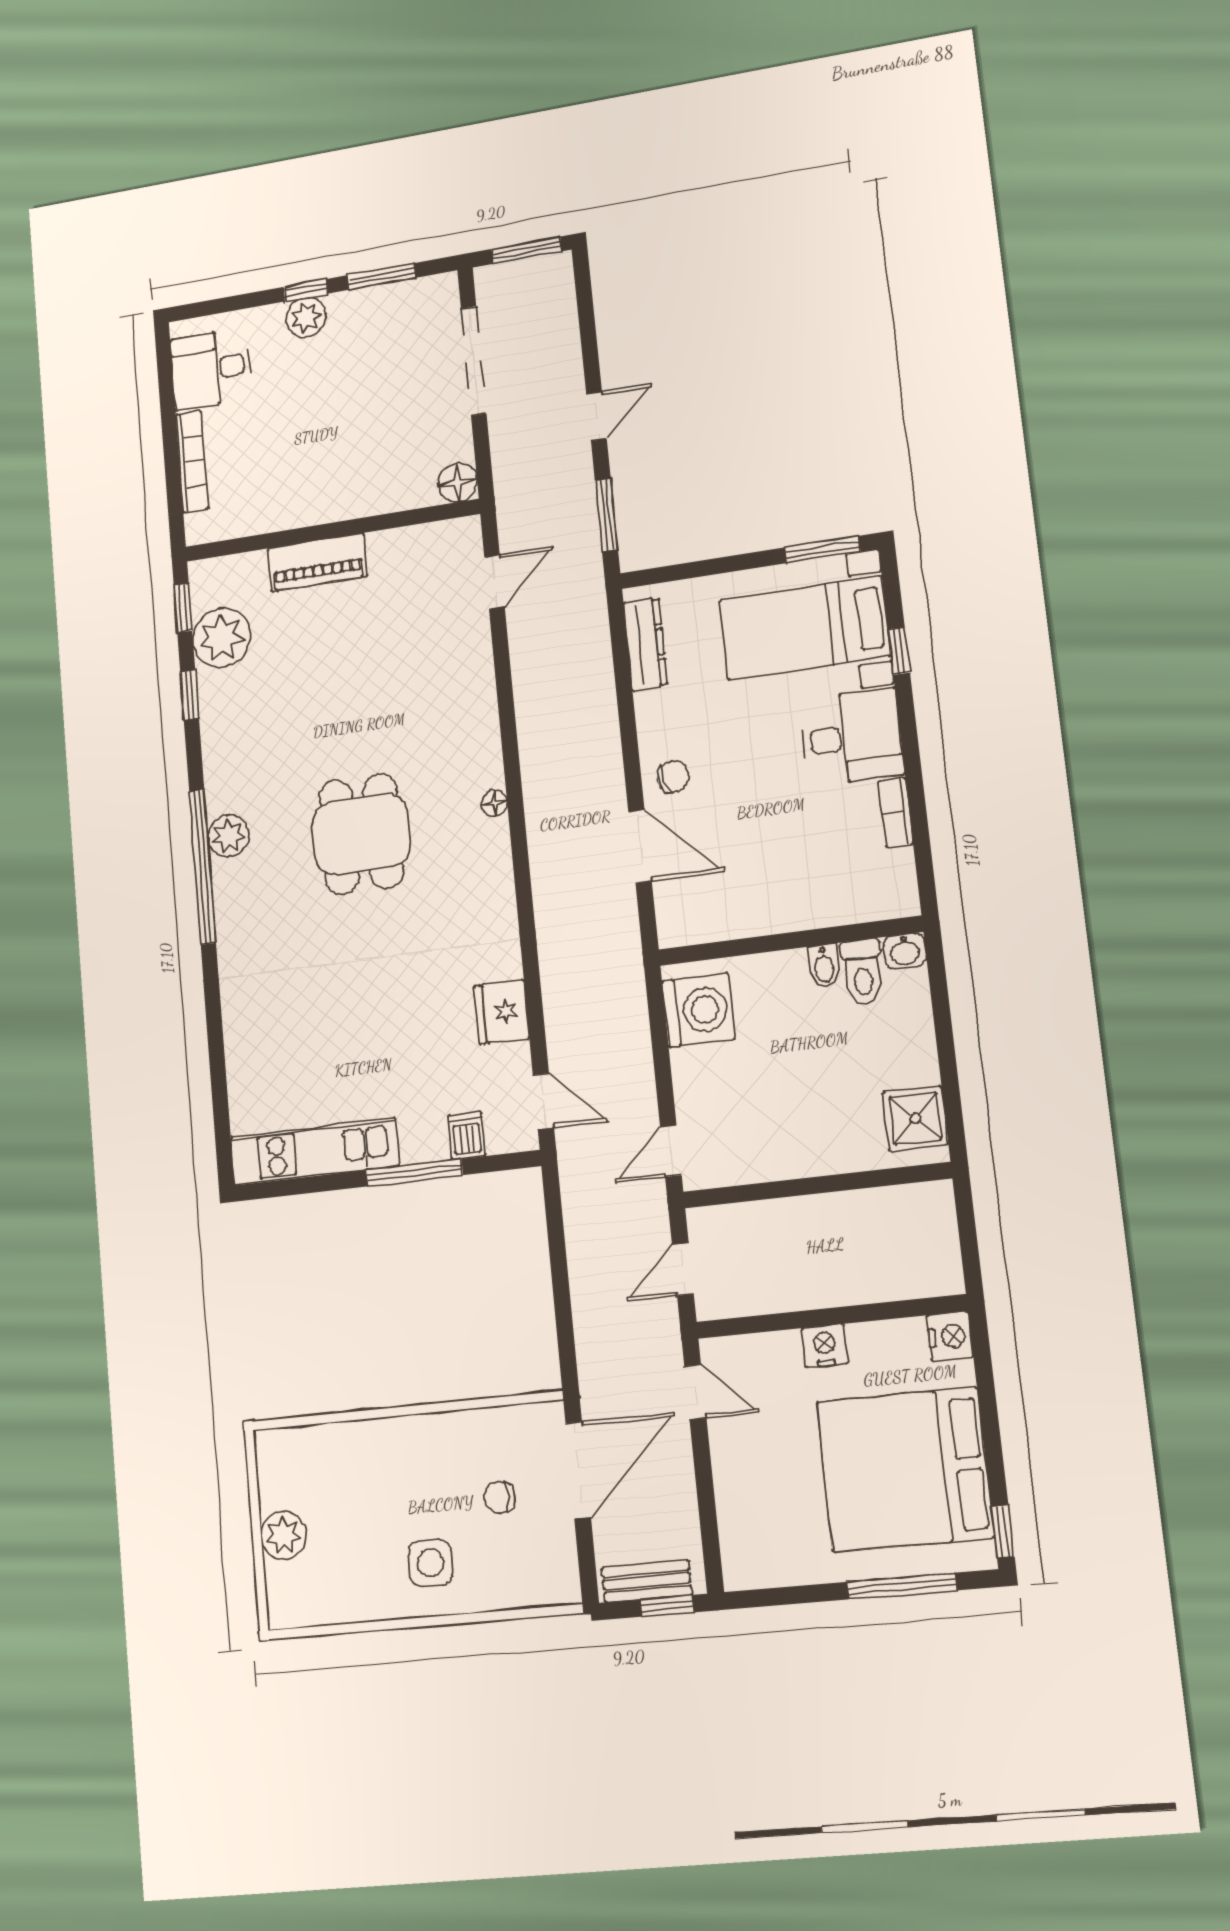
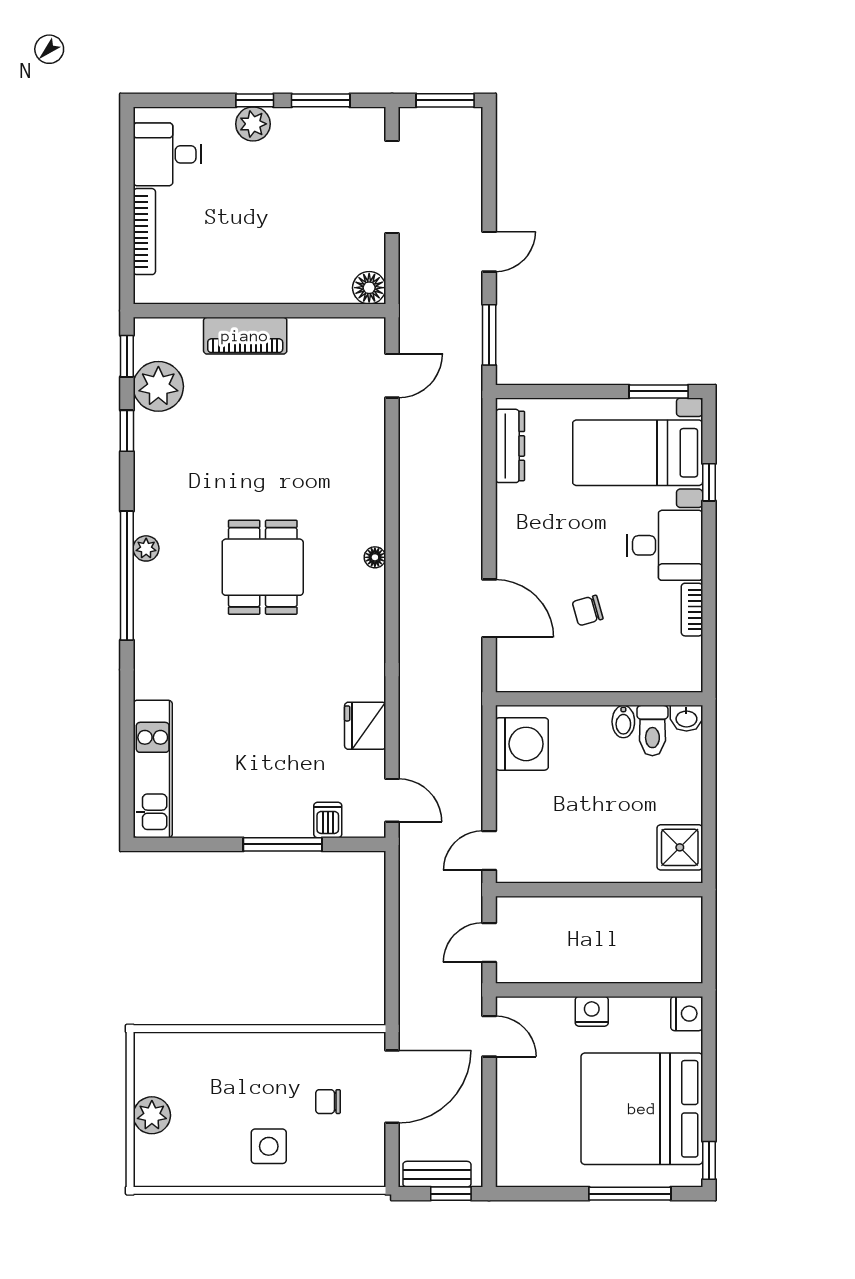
chair: (673, 777) -> (588, 610), moved, turned 180
plant: (228, 836) -> (146, 548), width x0.73, depth x0.73
kitchen unit: (314, 1152) -> (153, 769), moved, turned 90

